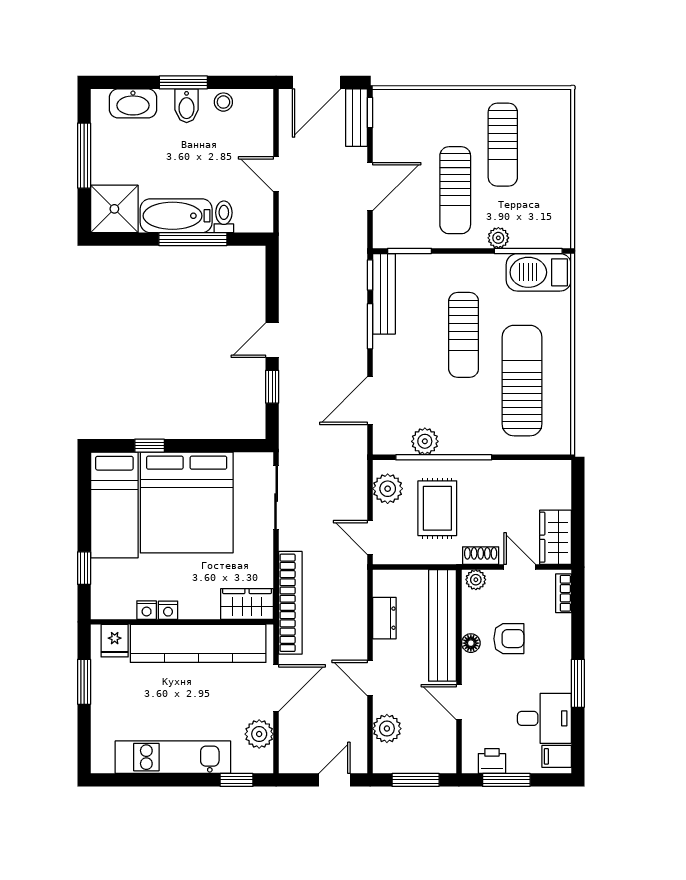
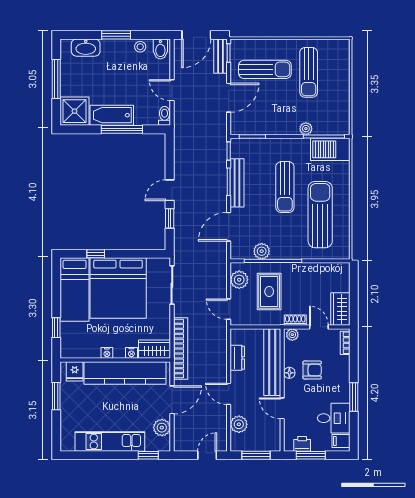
bidet: (187, 106) -> (160, 49), moved
sun lounger: (455, 190) -> (265, 69), moved, turned -90
toilet: (224, 217) -> (165, 116), moved
bench: (384, 294) -> (237, 183), moved
nightstand: (147, 610) -> (131, 353), moved

